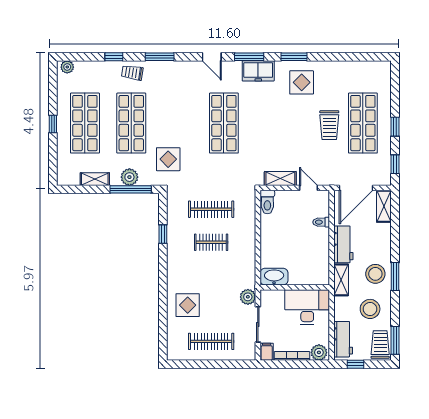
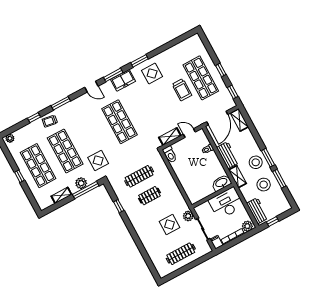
washbasin: (274, 277) -> (221, 183), moved
display table: (188, 305) -> (170, 224), moved
window: (395, 340) -> (279, 179), moved
trolley: (380, 345) -> (281, 202), removed

